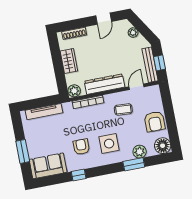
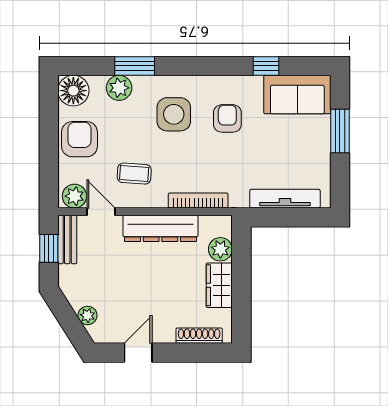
bench: (150, 65) -> (67, 240), width x0.73
door: (136, 87) -> (101, 212), swing flipped
plant: (74, 91) -> (220, 249), moved
plant: (152, 92) -> (74, 196), added
armchair: (81, 147) -> (227, 118), turned 180
window: (79, 175) -> (266, 66), moved

